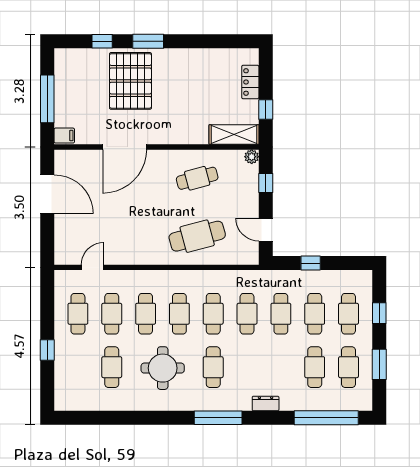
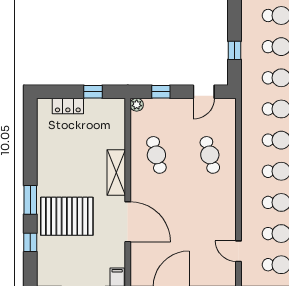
shelving: (234, 134) -> (116, 173), moved
cafe table: (197, 236) -> (210, 155), width x0.73, depth x0.74

